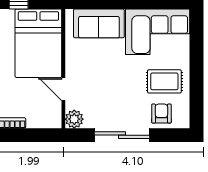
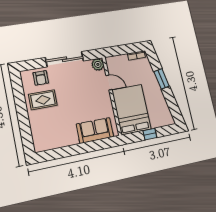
corner sofa: (158, 32) -> (54, 133), removed

